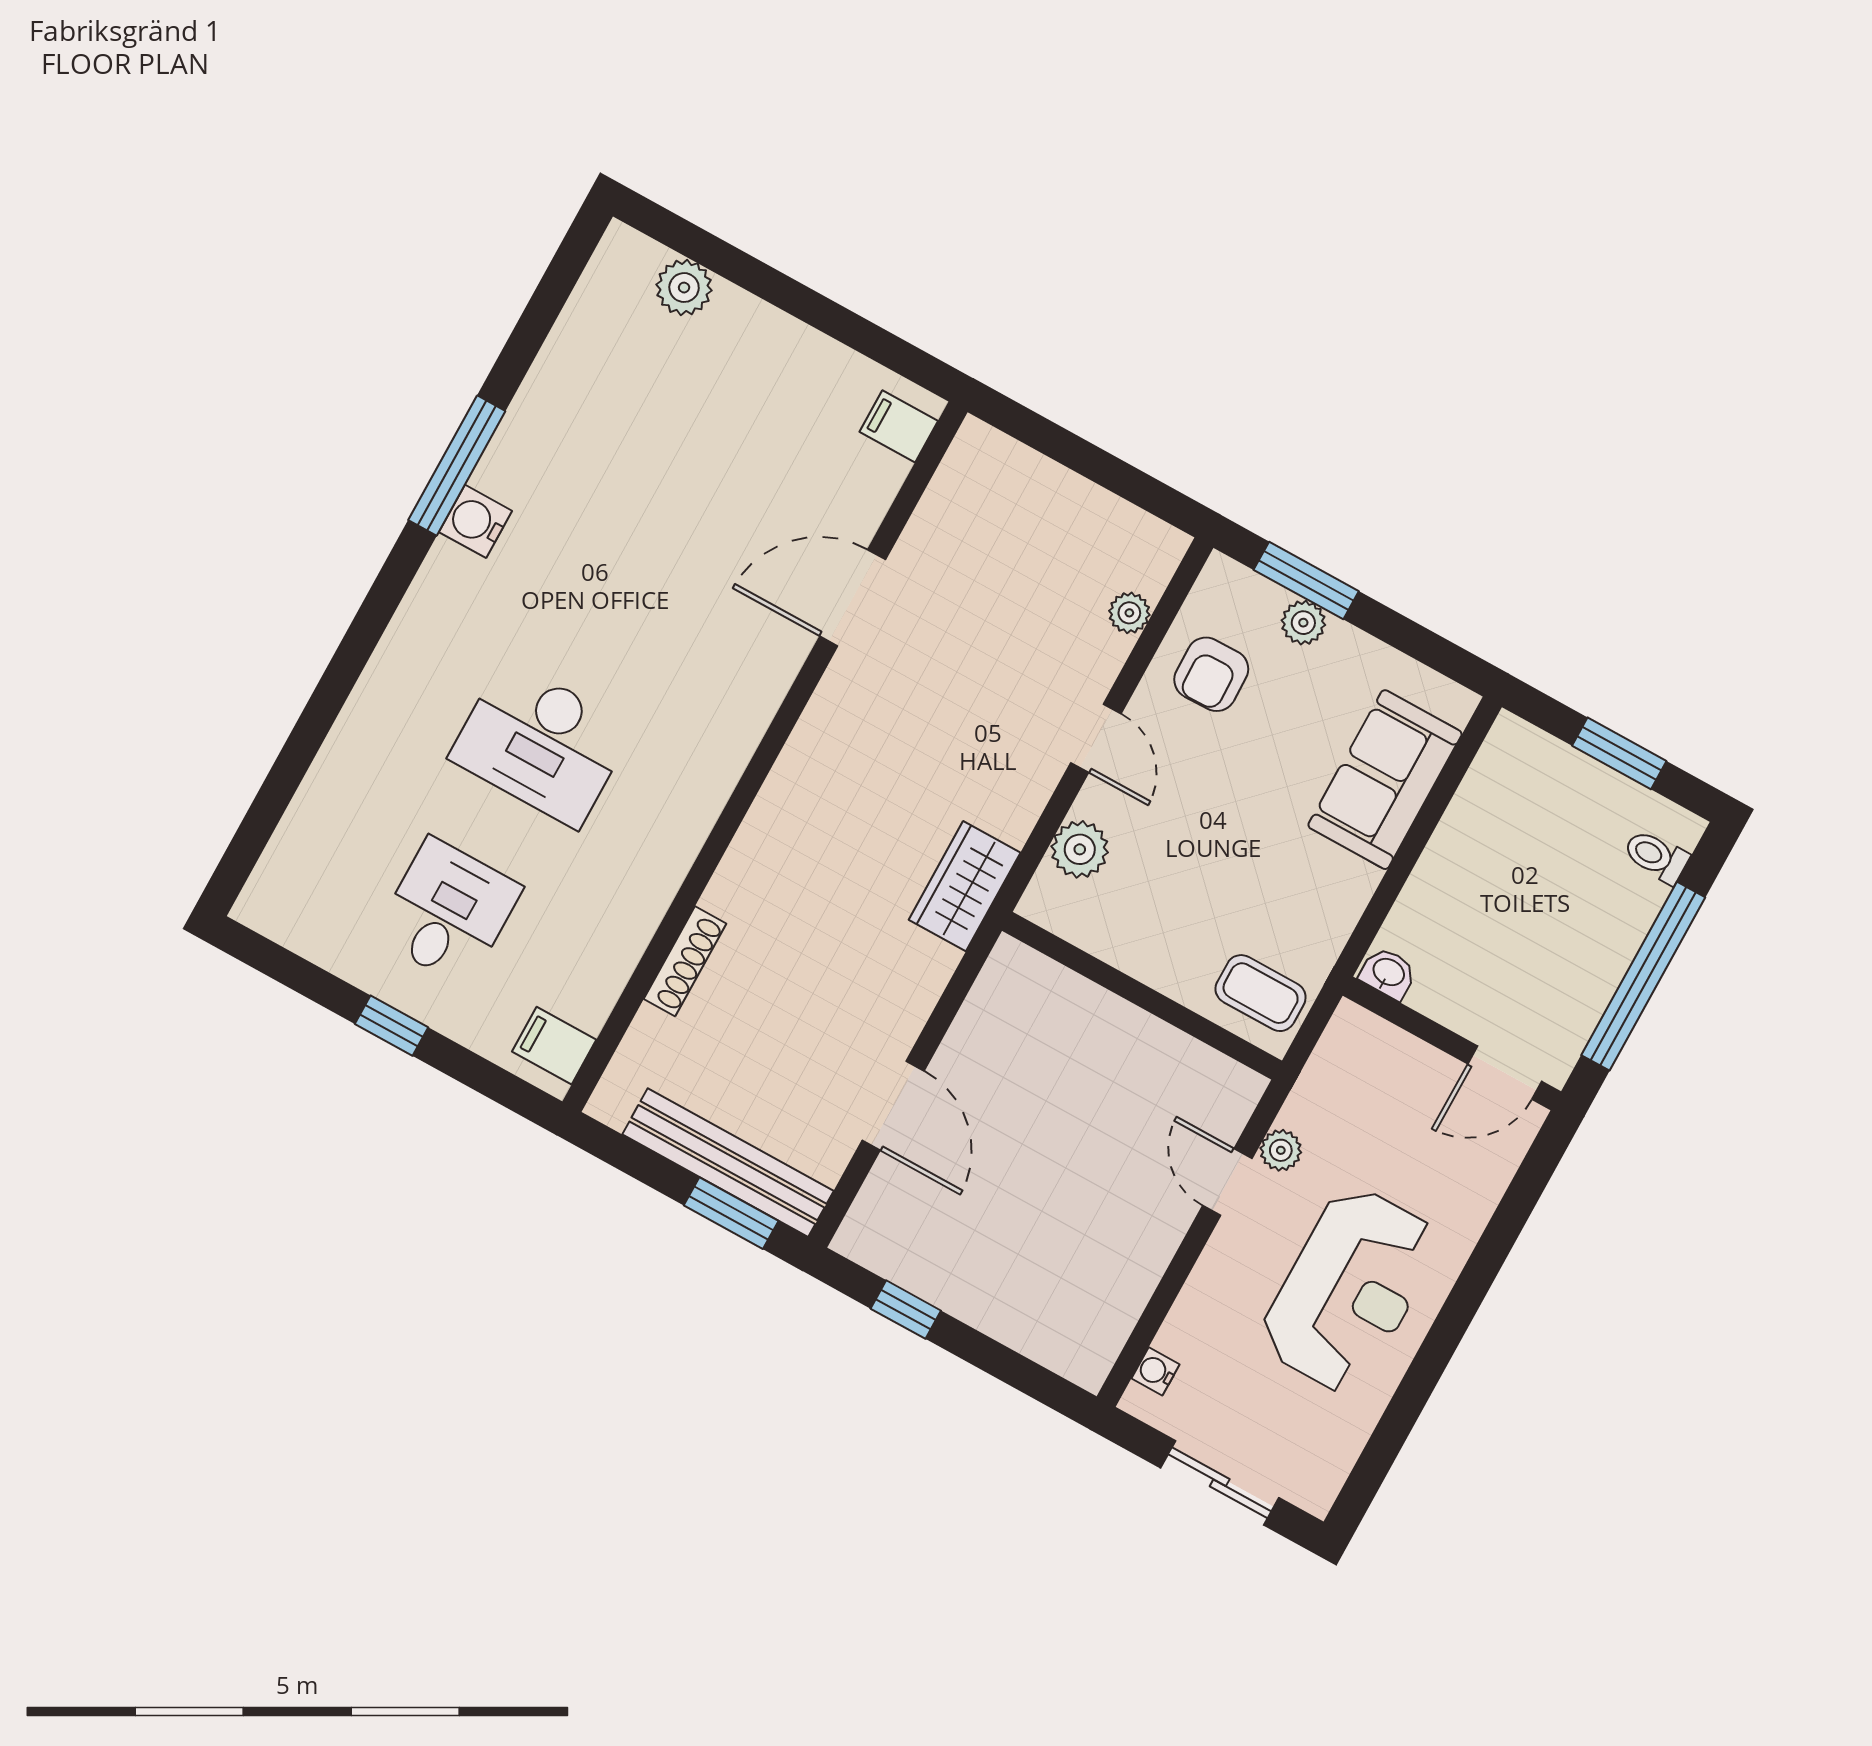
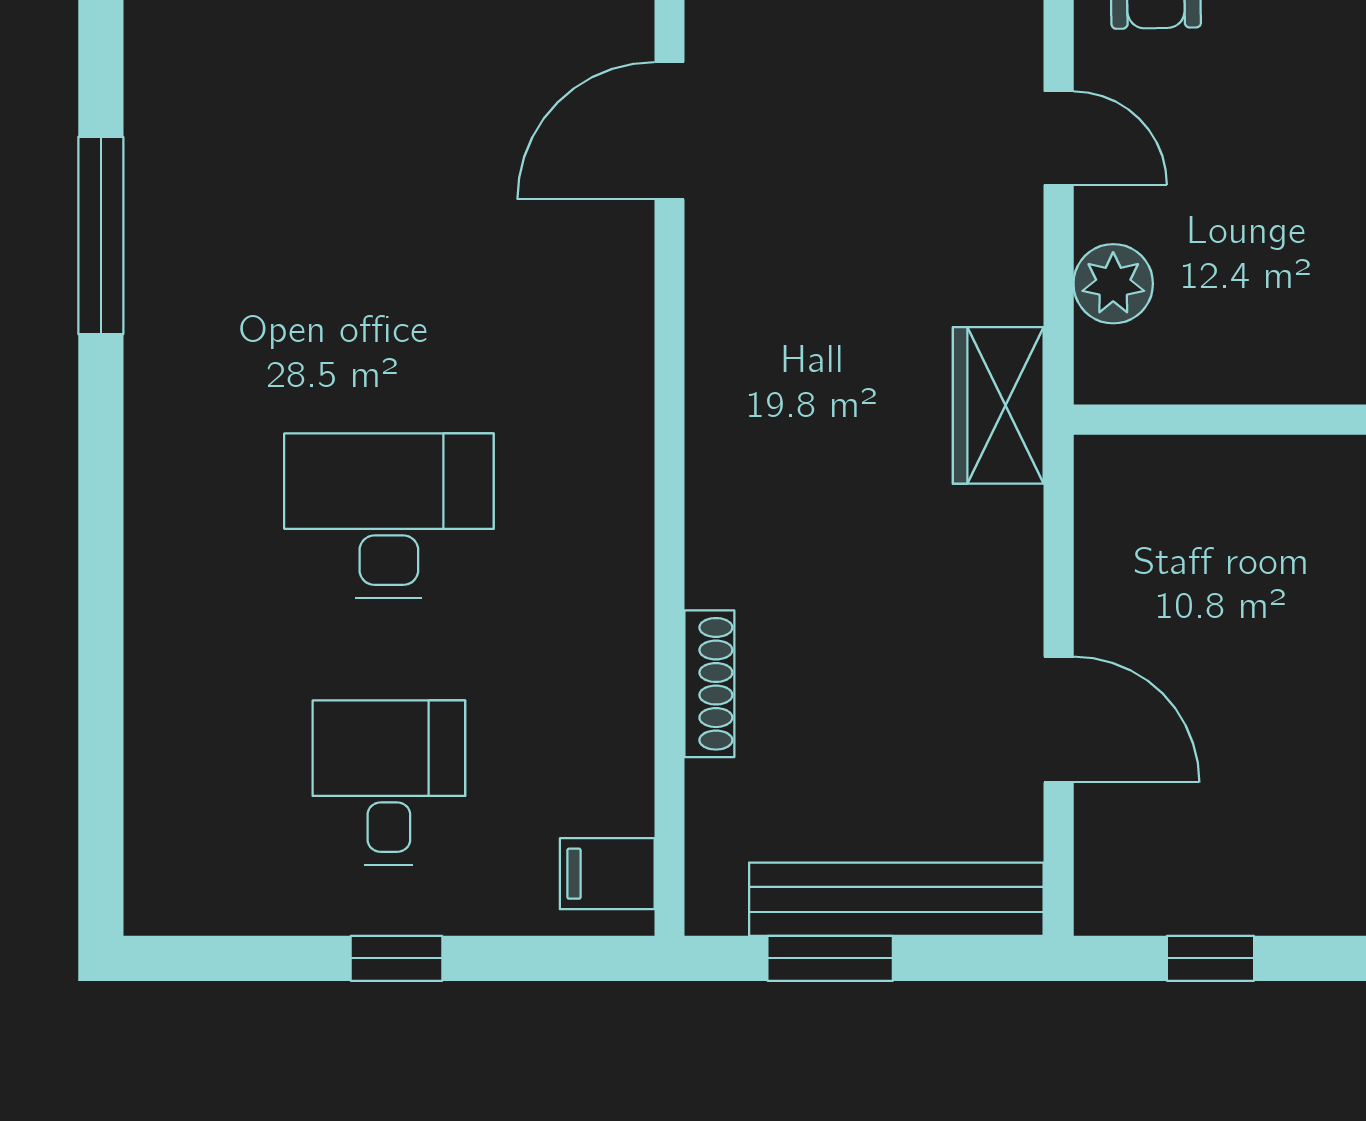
water cooler: (475, 521) -> (161, 291), removed
desk: (541, 743) -> (389, 516), turned 180
window: (731, 1213) -> (830, 958), moved

